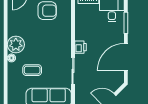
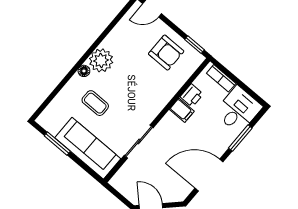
filing cabinet: (82, 35) -> (182, 110), added
printer: (80, 47) -> (192, 95), moved

